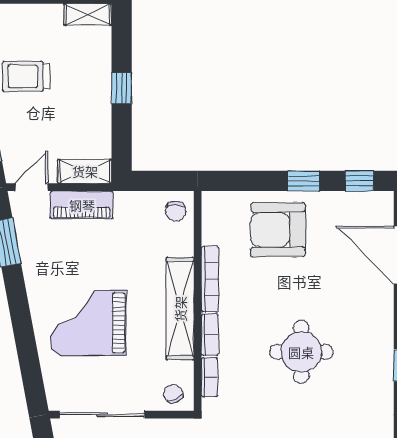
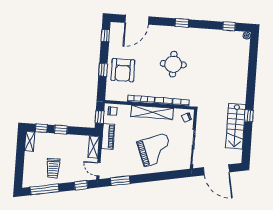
window: (122, 40) -> (41, 128), added
window: (159, 181) -> (100, 117), added
window: (304, 181) -> (103, 70), moved
piano: (82, 205) -> (108, 136), moved
grand piano: (88, 323) -> (155, 150), turned -111

